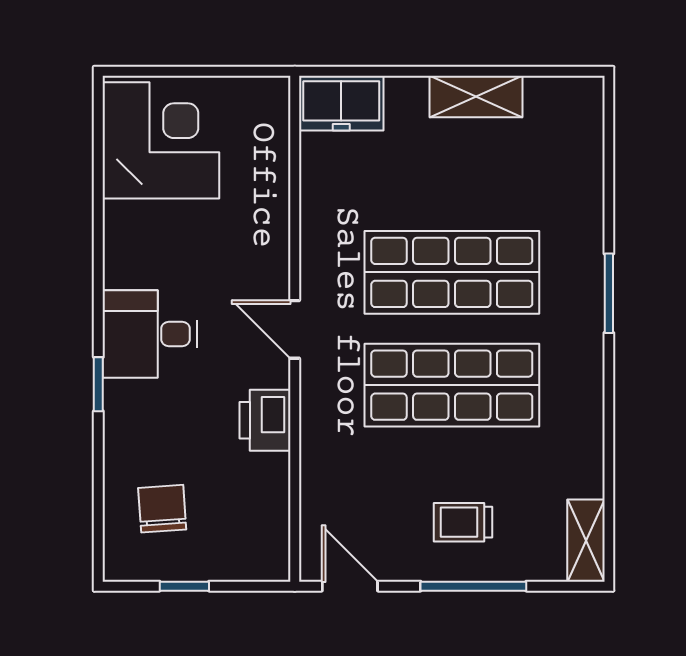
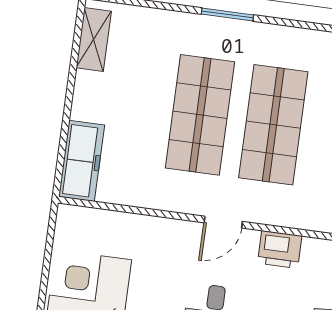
shelving: (476, 97) -> (94, 40), moved
freezer: (341, 103) -> (82, 161), width x1.40

